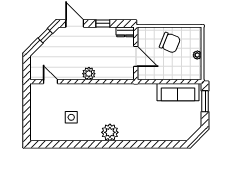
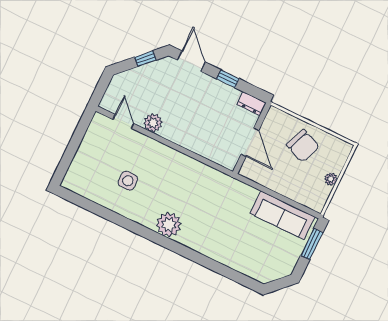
plant: (89, 74) -> (153, 123), moved

